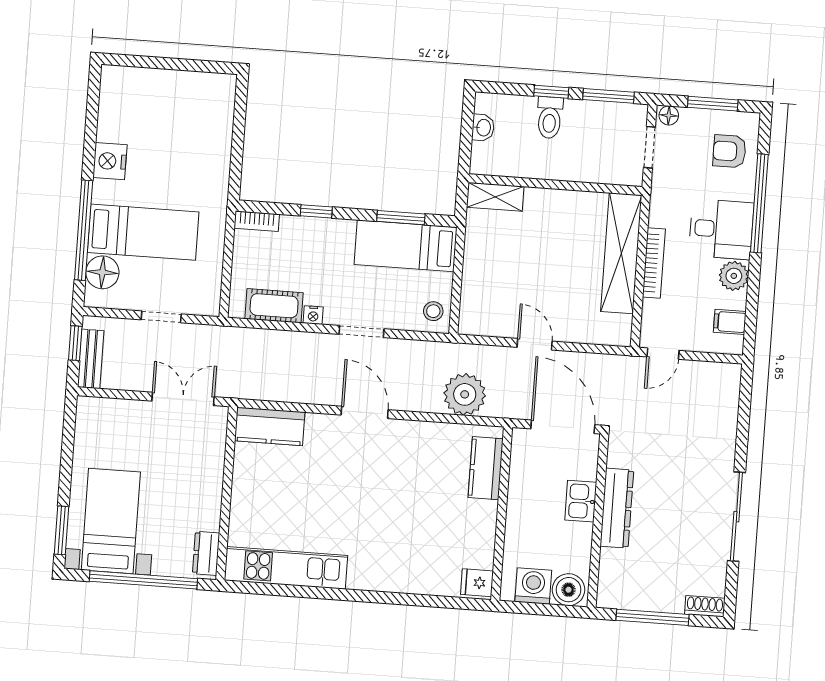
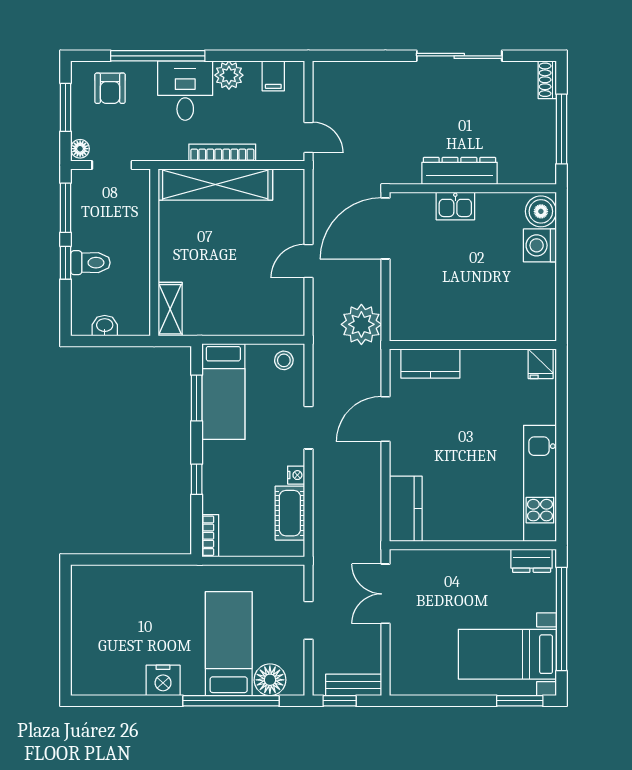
kitchen counter: (486, 468) -> (430, 363), moved
wall: (502, 514) -> (473, 345), moved
fridge: (477, 583) -> (541, 364), moved

